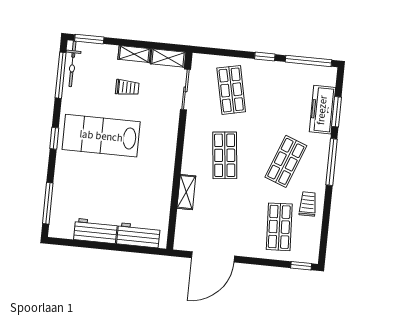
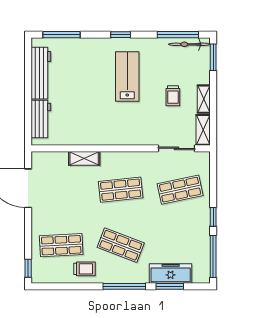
lab bench: (101, 136) -> (127, 77), width x0.73, depth x0.72
workbench: (96, 231) -> (41, 73), width x1.37

